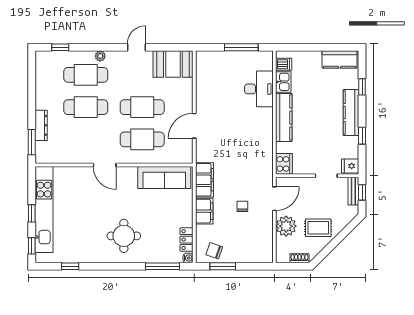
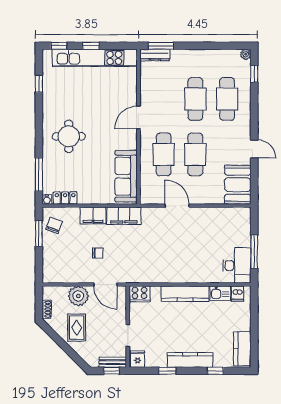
plant: (100, 56) -> (246, 54), moved
desk: (259, 89) -> (237, 265), moved, turned -90
dresser: (41, 125) -> (155, 55), moved

